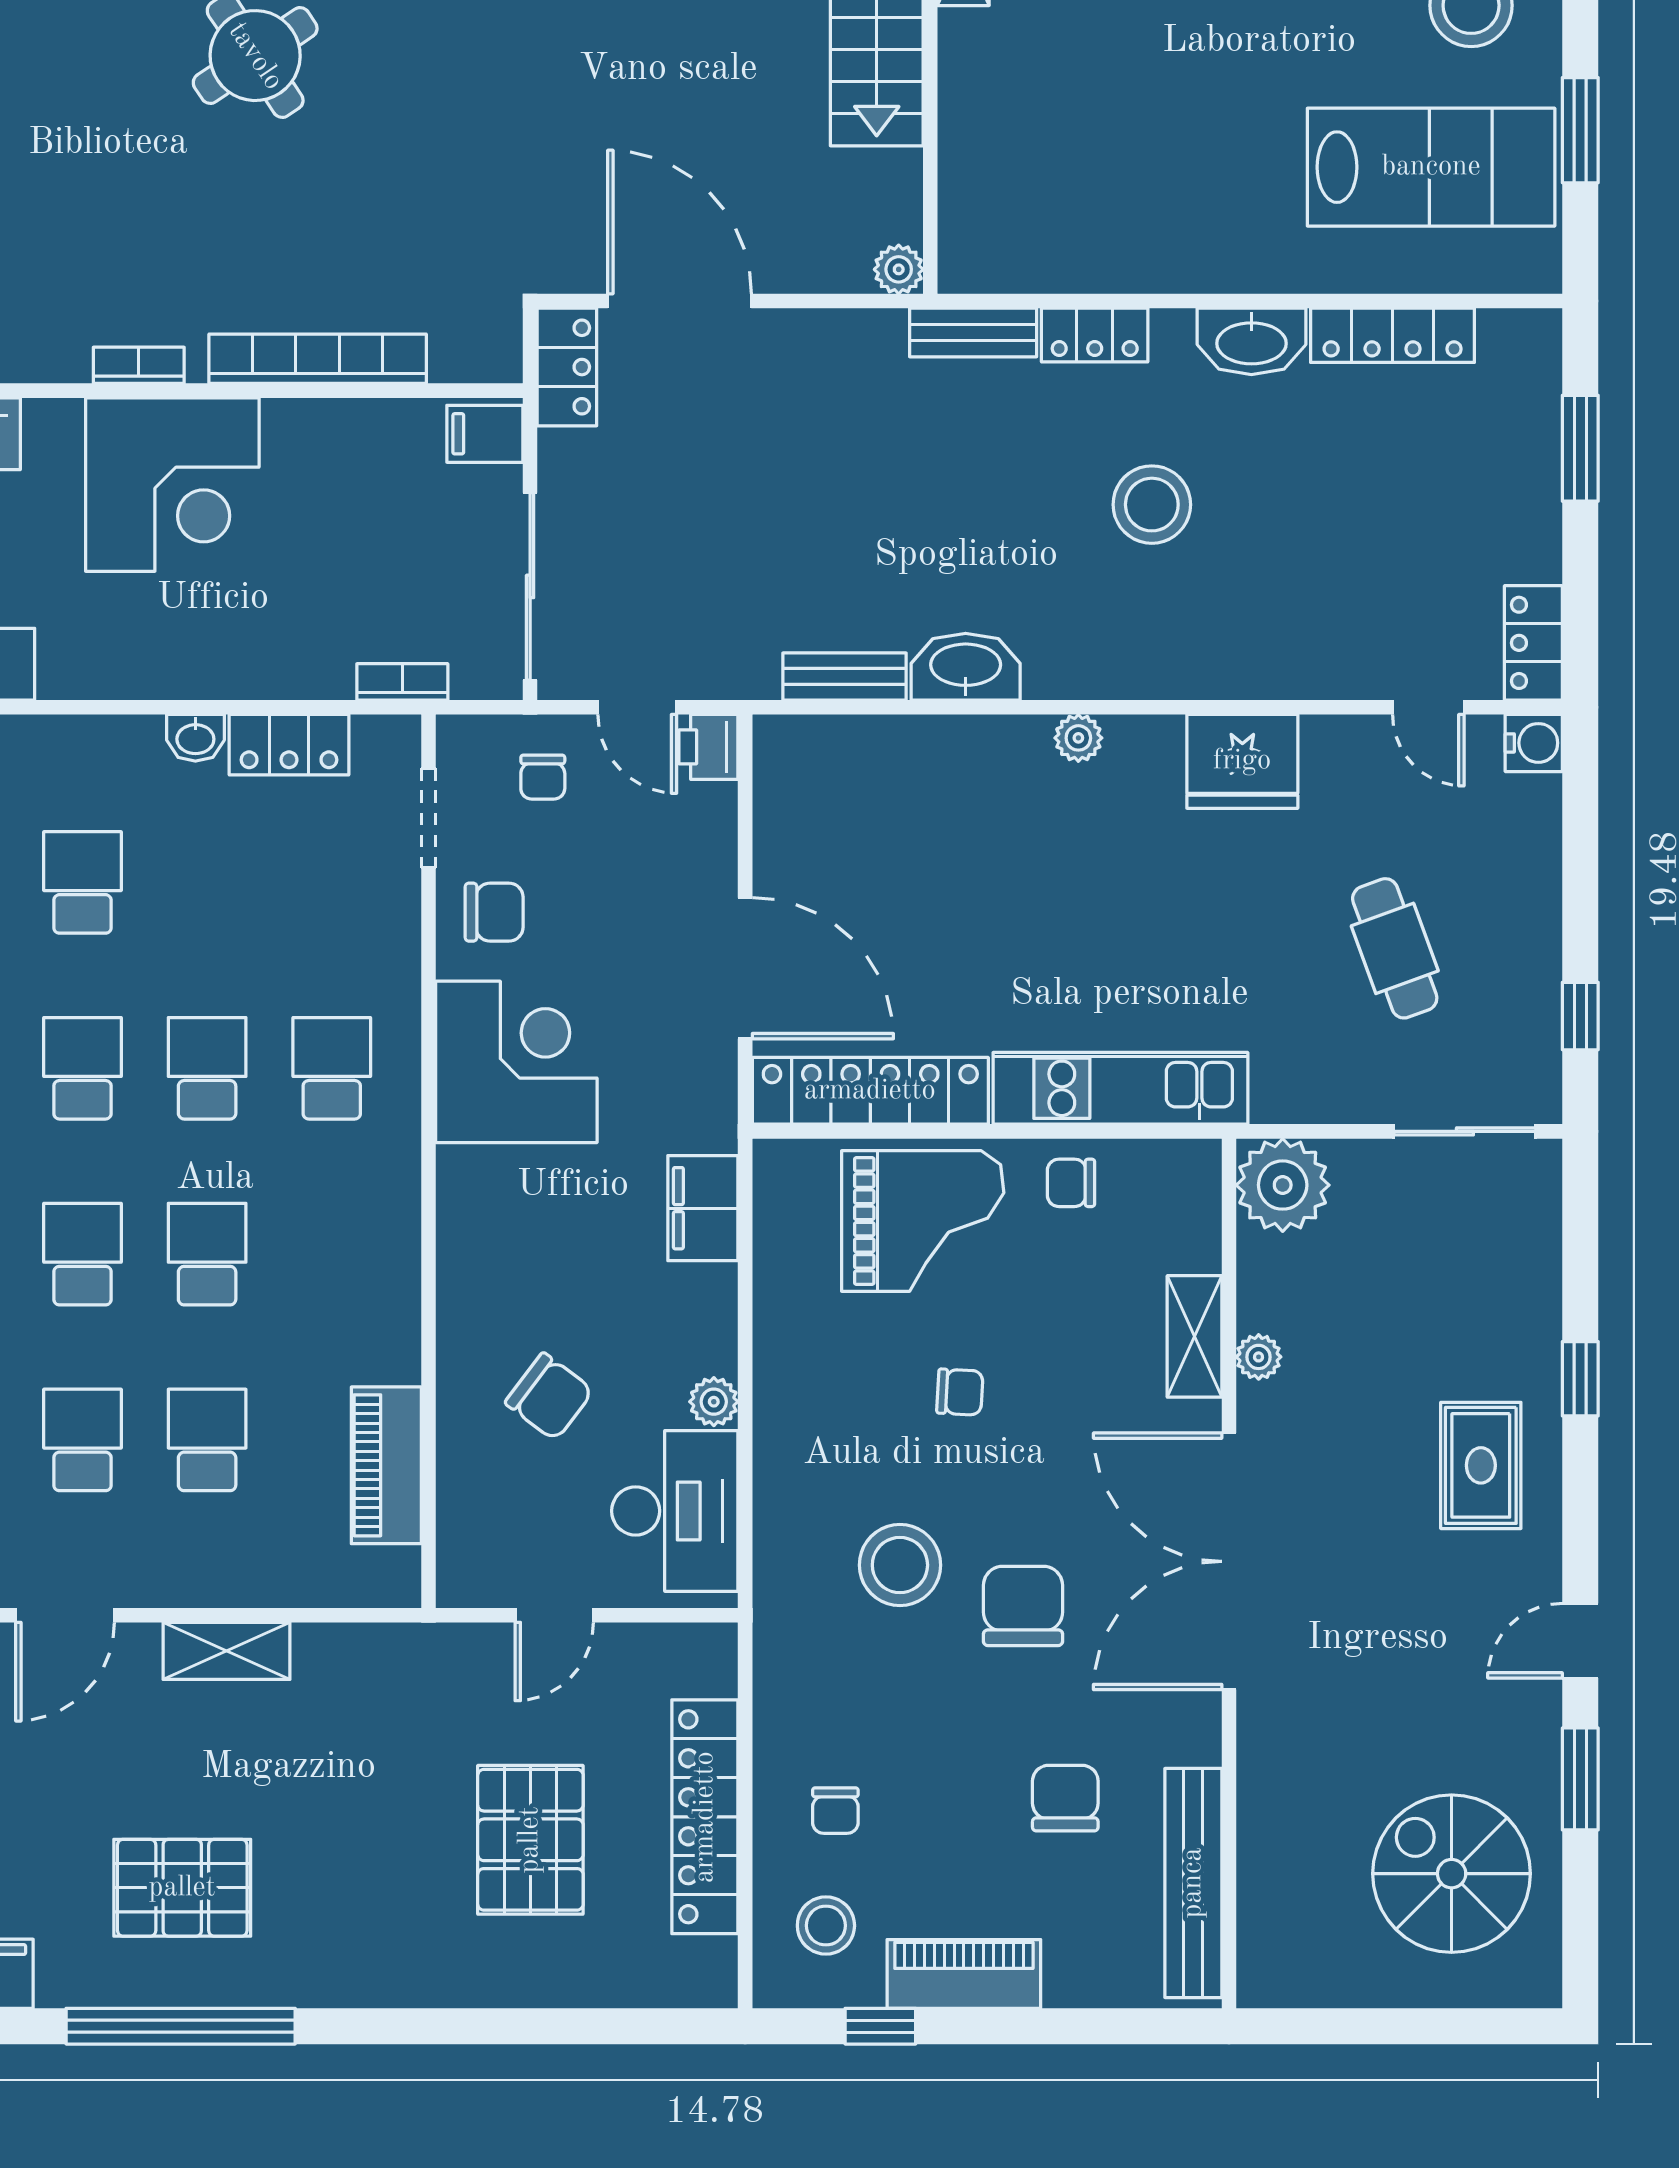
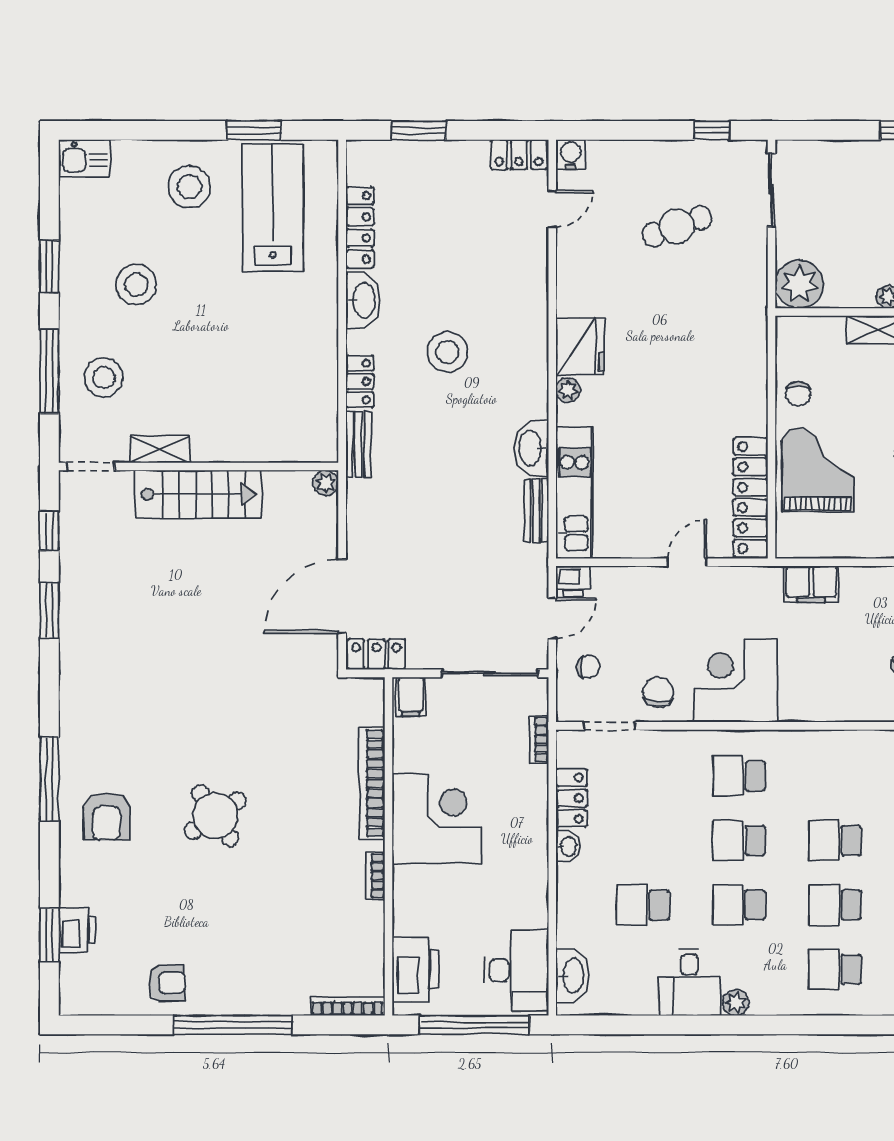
corner desk: (172, 485) -> (437, 819), moved
fridge: (1242, 761) -> (580, 347), moved
door: (745, 968) -> (687, 562), width x0.53
kitchen unit: (1120, 1088) -> (574, 493), moved, turned 180

